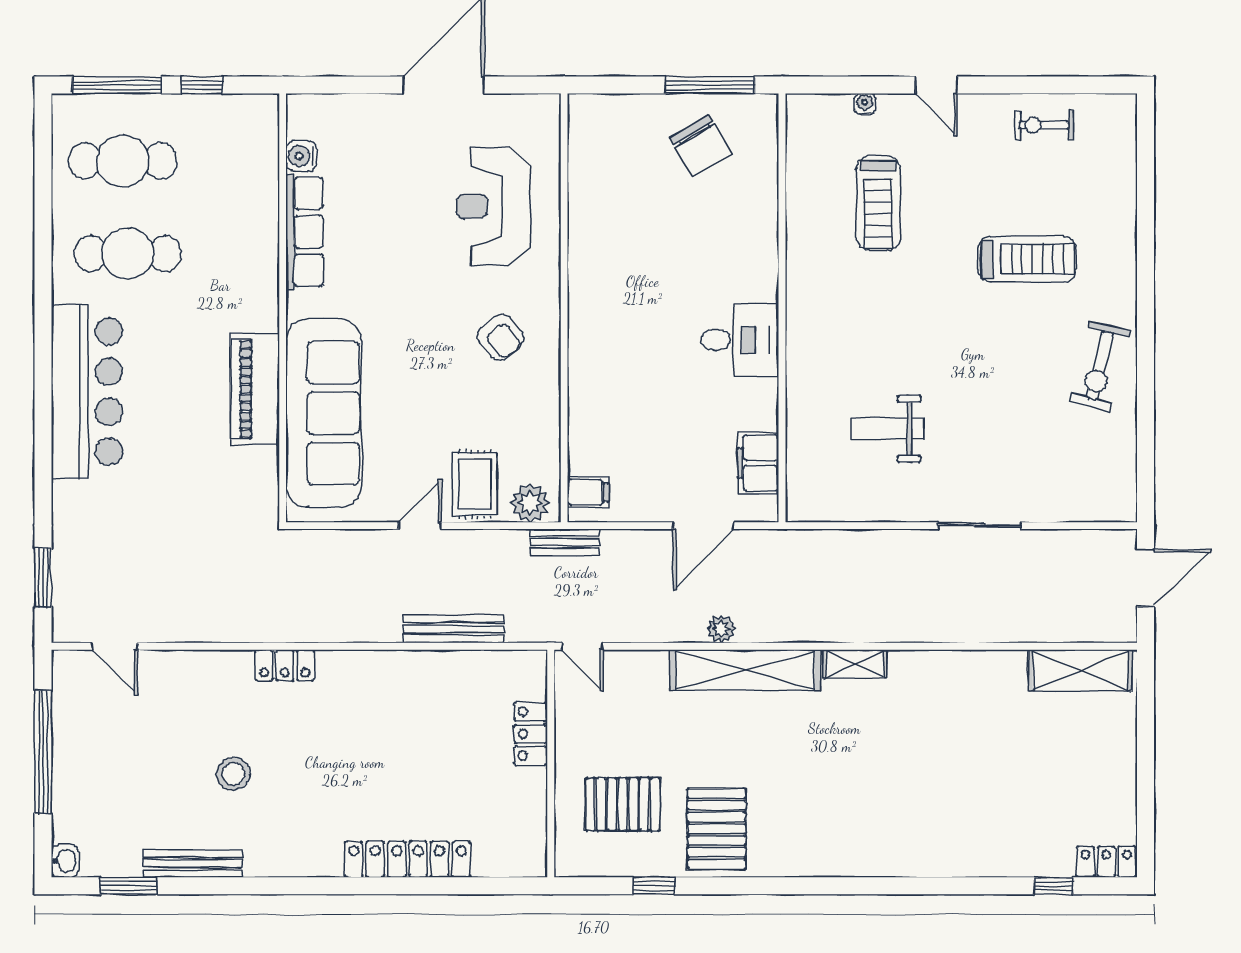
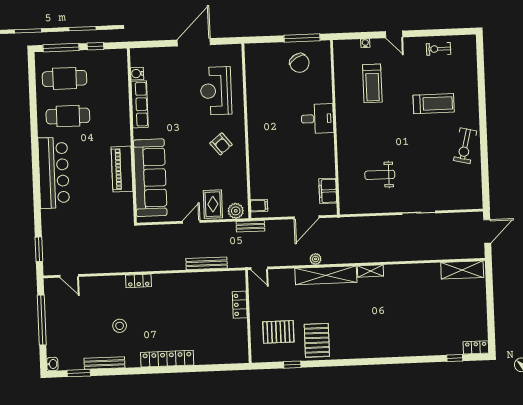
desk: (740, 340) -> (317, 119), moved
locker: (407, 859) -> (167, 359), moved

